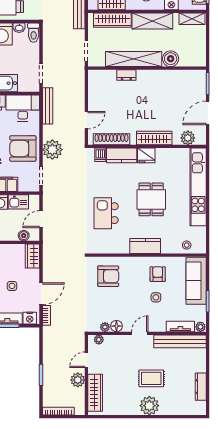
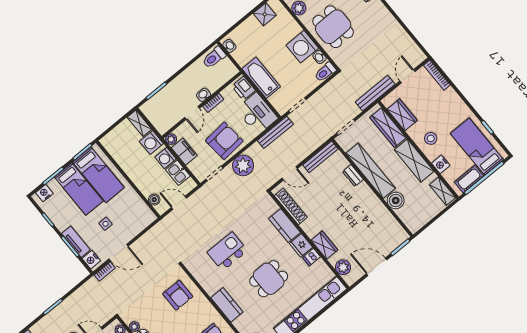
bench: (93, 88) -> (320, 157), added
wardrobe: (154, 138) -> (324, 245), width x0.67
armchair: (23, 148) -> (224, 141), turned 85
dishwasher: (100, 155) -> (311, 257), moved
wardrobe: (32, 256) -> (143, 220), removed

